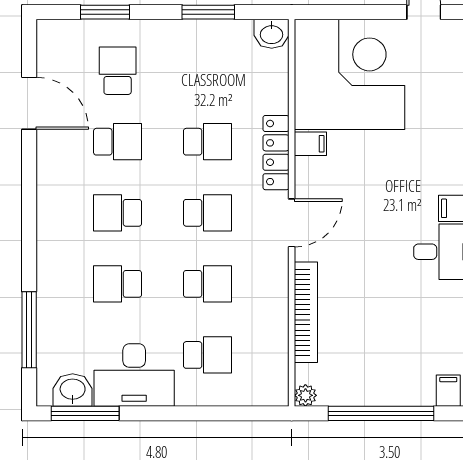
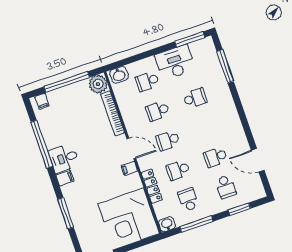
window: (208, 12) -> (196, 224), width x1.44
filing cabinet: (310, 144) -> (129, 168), moved
locker: (276, 153) -> (152, 186), moved
school desk: (118, 213) -> (188, 200), moved, turned -90
door: (292, 223) -> (131, 148), swing flipped
washbasin: (73, 390) -> (119, 75), moved
plant: (305, 395) -> (98, 84), width x1.88, depth x1.88

